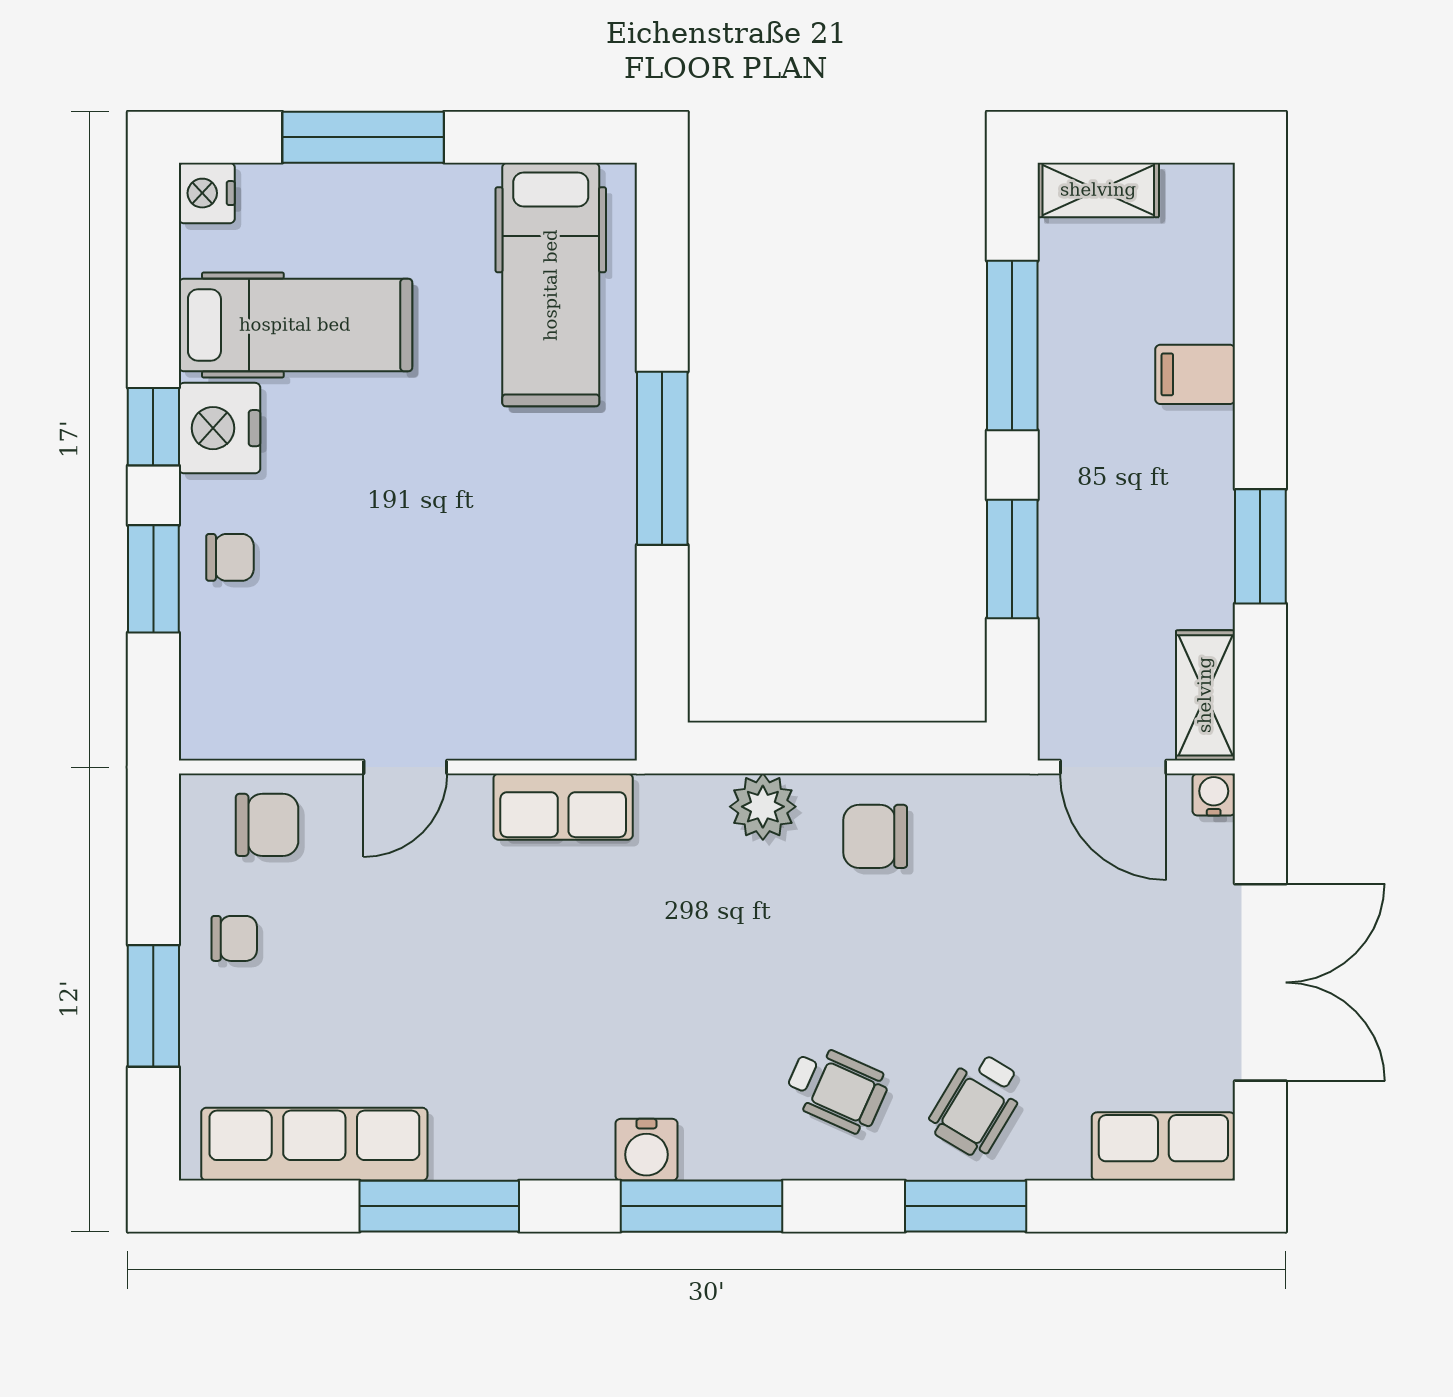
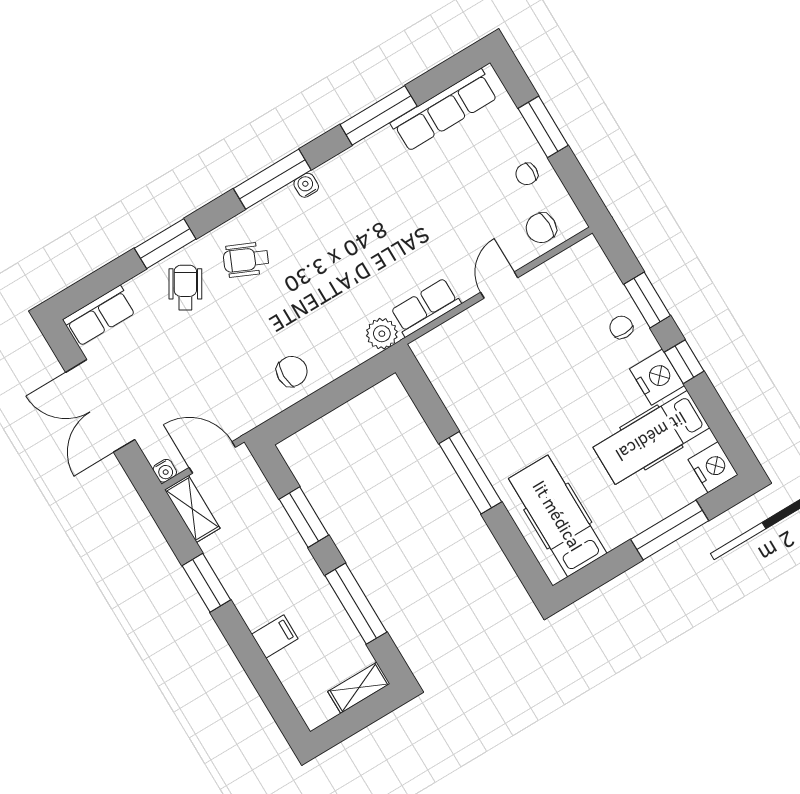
nightstand: (207, 193) -> (713, 467), width x1.36, depth x1.33
chair: (230, 557) -> (621, 327), turned 90
plant: (763, 807) -> (382, 334), moved
water cooler: (646, 1150) -> (306, 185), width x0.72, depth x0.72

